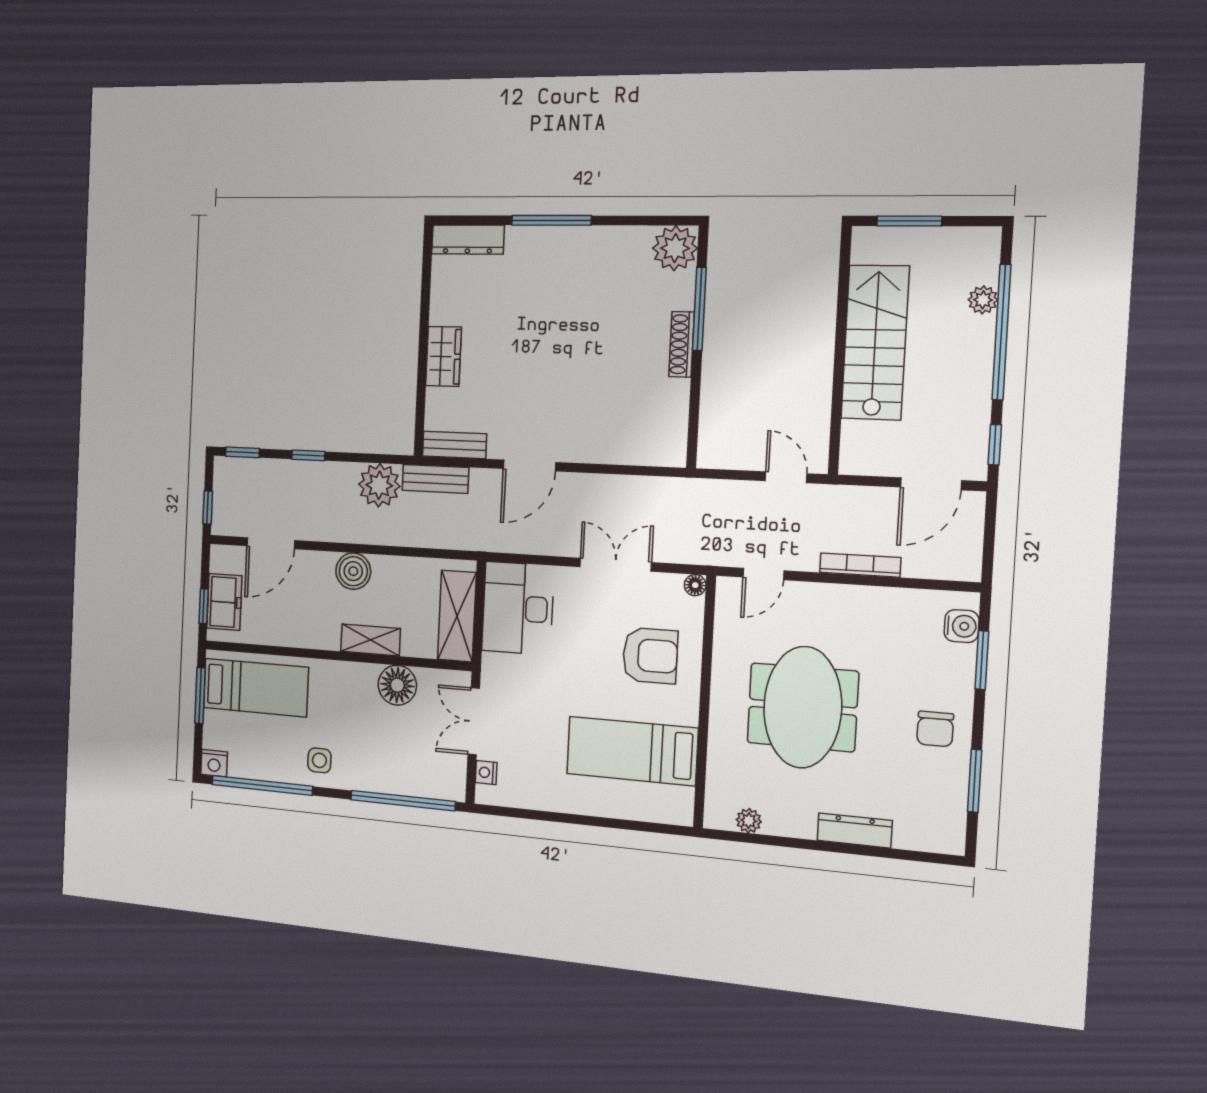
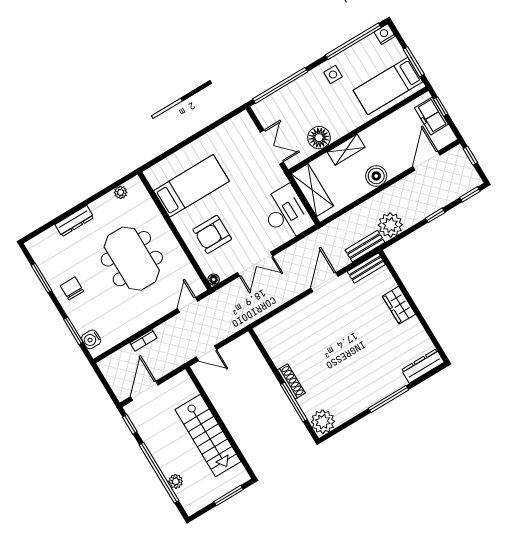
bookcase: (860, 565) -> (144, 340), width x0.64
nightstand: (486, 773) -> (250, 128), removed

